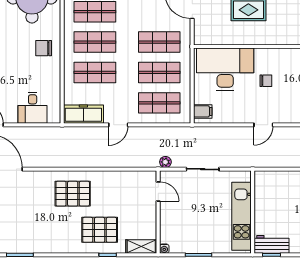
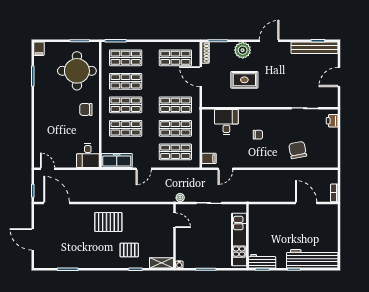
desk: (225, 69) -> (226, 122), width x0.53, depth x0.77
desk: (33, 108) -> (88, 156), moved
door: (263, 125) -> (225, 169), moved
pallet: (100, 230) -> (129, 250), width x0.67, depth x0.71

